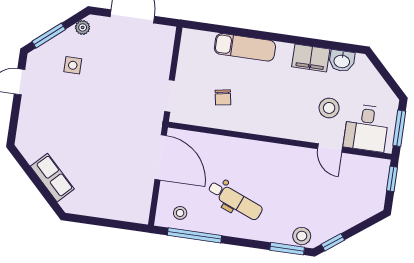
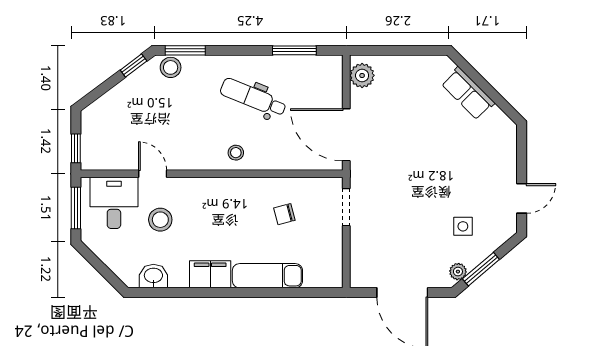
window: (49, 35) -> (481, 269), moved
filing cabinet: (311, 58) -> (210, 274), moved
chair: (223, 97) -> (284, 214), turned -95
plant: (140, 206) -> (362, 75), added
stool: (180, 213) -> (236, 153), moved
window: (195, 235) -> (294, 50), width x0.69

